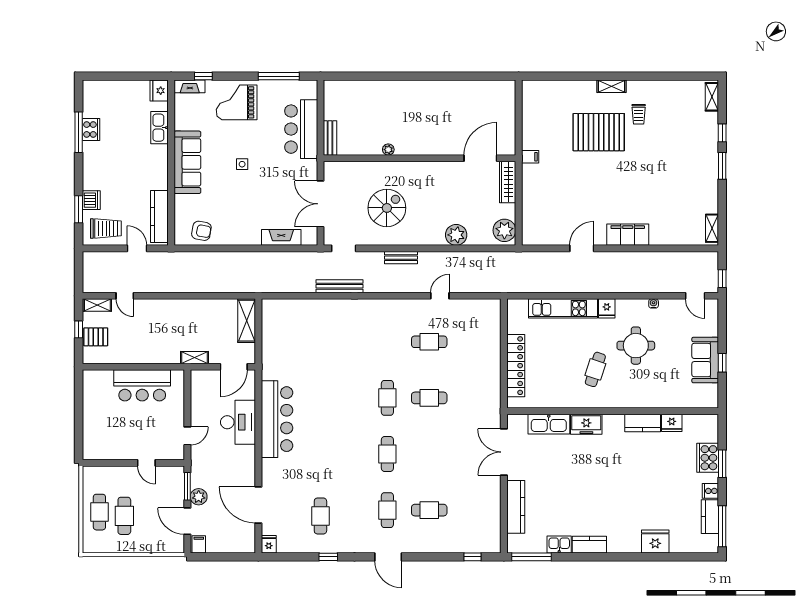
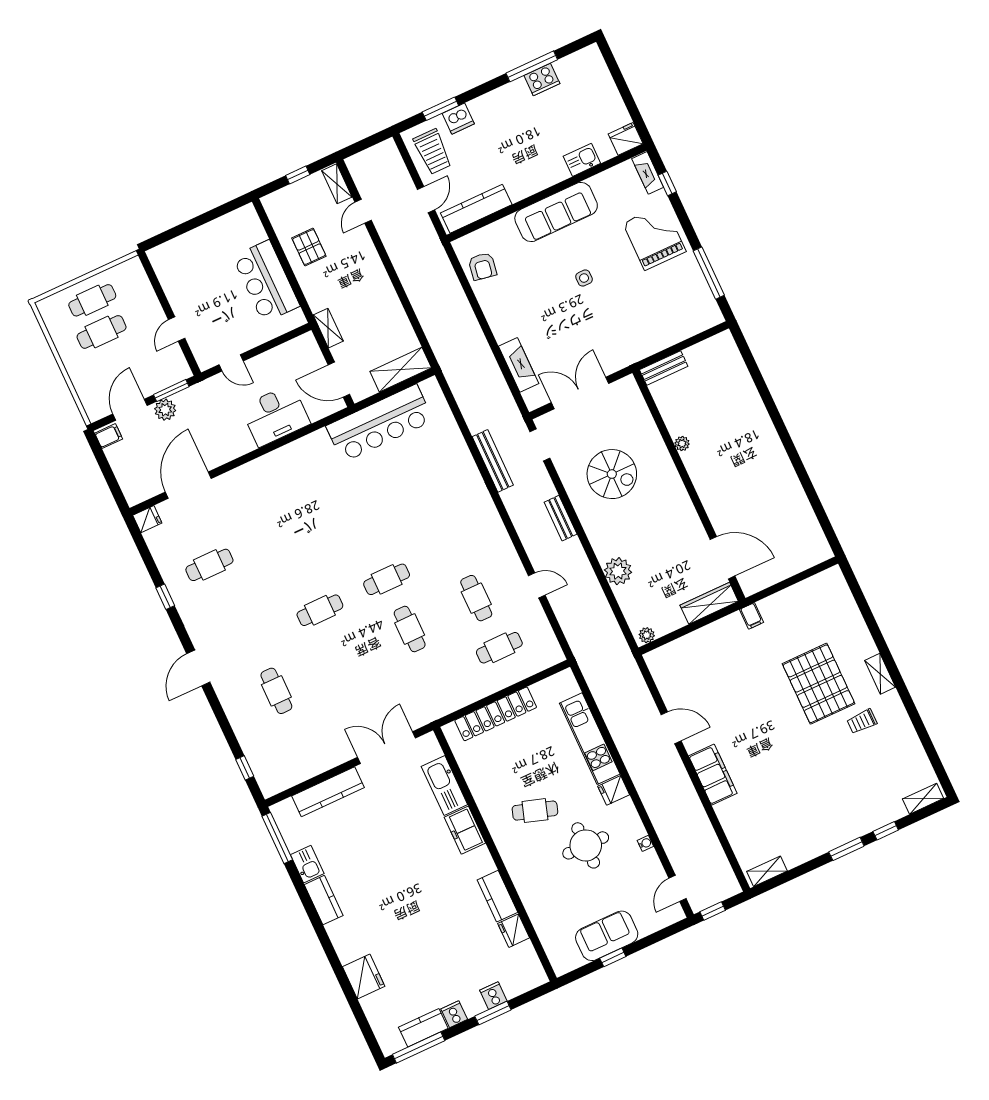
kitchen sink: (160, 128) -> (582, 160), width x0.73
bar counter: (301, 129) -> (658, 329), removed
plant: (504, 230) -> (647, 635), width x0.53, depth x0.53
pallet: (96, 337) -> (309, 247), moved
bar counter: (277, 419) -> (380, 423), moved
cooker: (708, 458) -> (493, 996), width x0.53, depth x0.76
cafe table: (387, 510) -> (499, 648), moved

